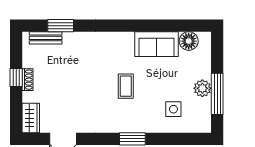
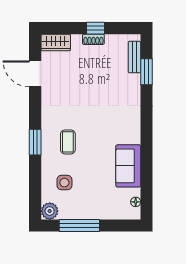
floor lamp: (189, 41) -> (136, 202), width x0.53, depth x0.53
coffee table: (126, 86) -> (68, 142), moved, turned 90
plant: (202, 88) -> (50, 211), moved

